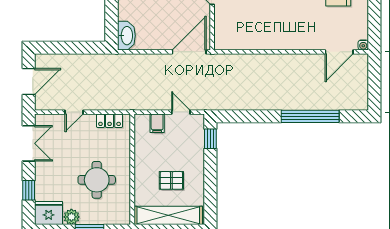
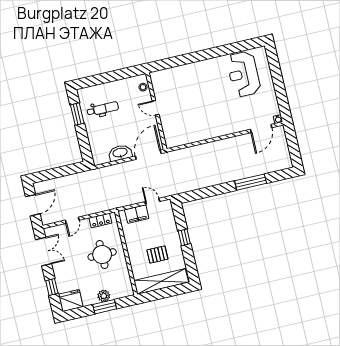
washbasin: (126, 36) -> (120, 153), moved, turned -90
window: (310, 116) -> (251, 182), width x0.68
filing cabinet: (157, 123) -> (137, 214), width x2.00
window: (210, 139) -> (184, 237), moved
round table: (97, 180) -> (102, 255), moved
plant: (71, 217) -> (104, 296), moved

